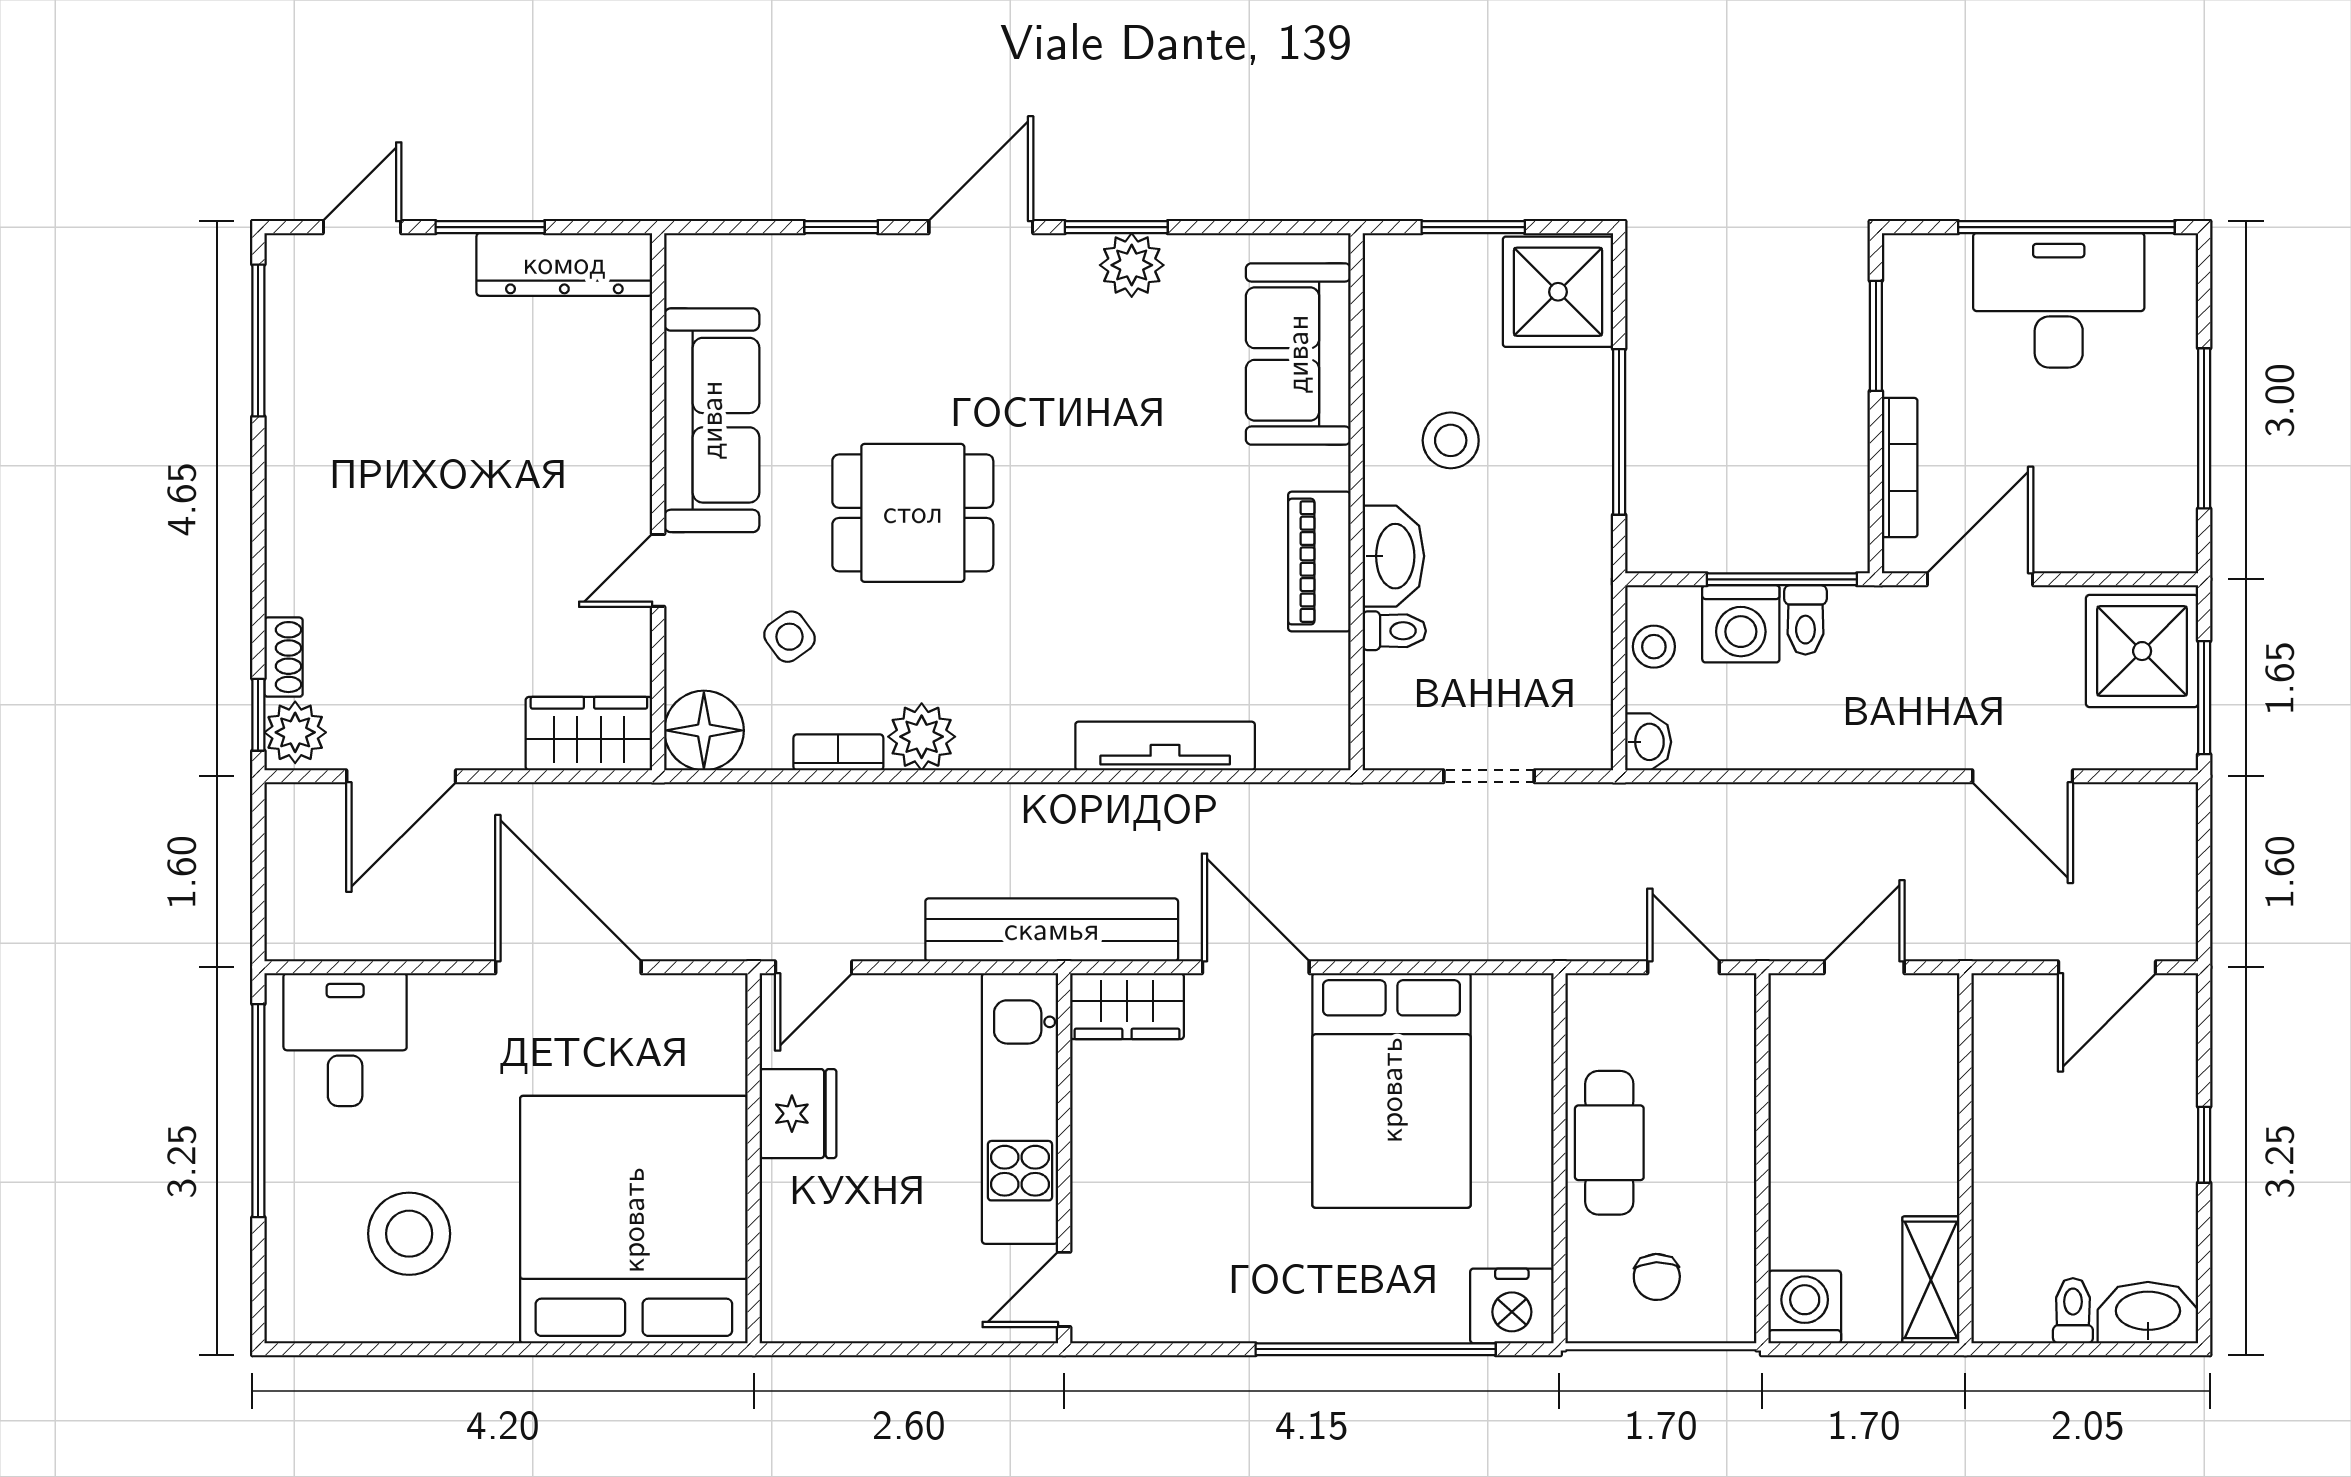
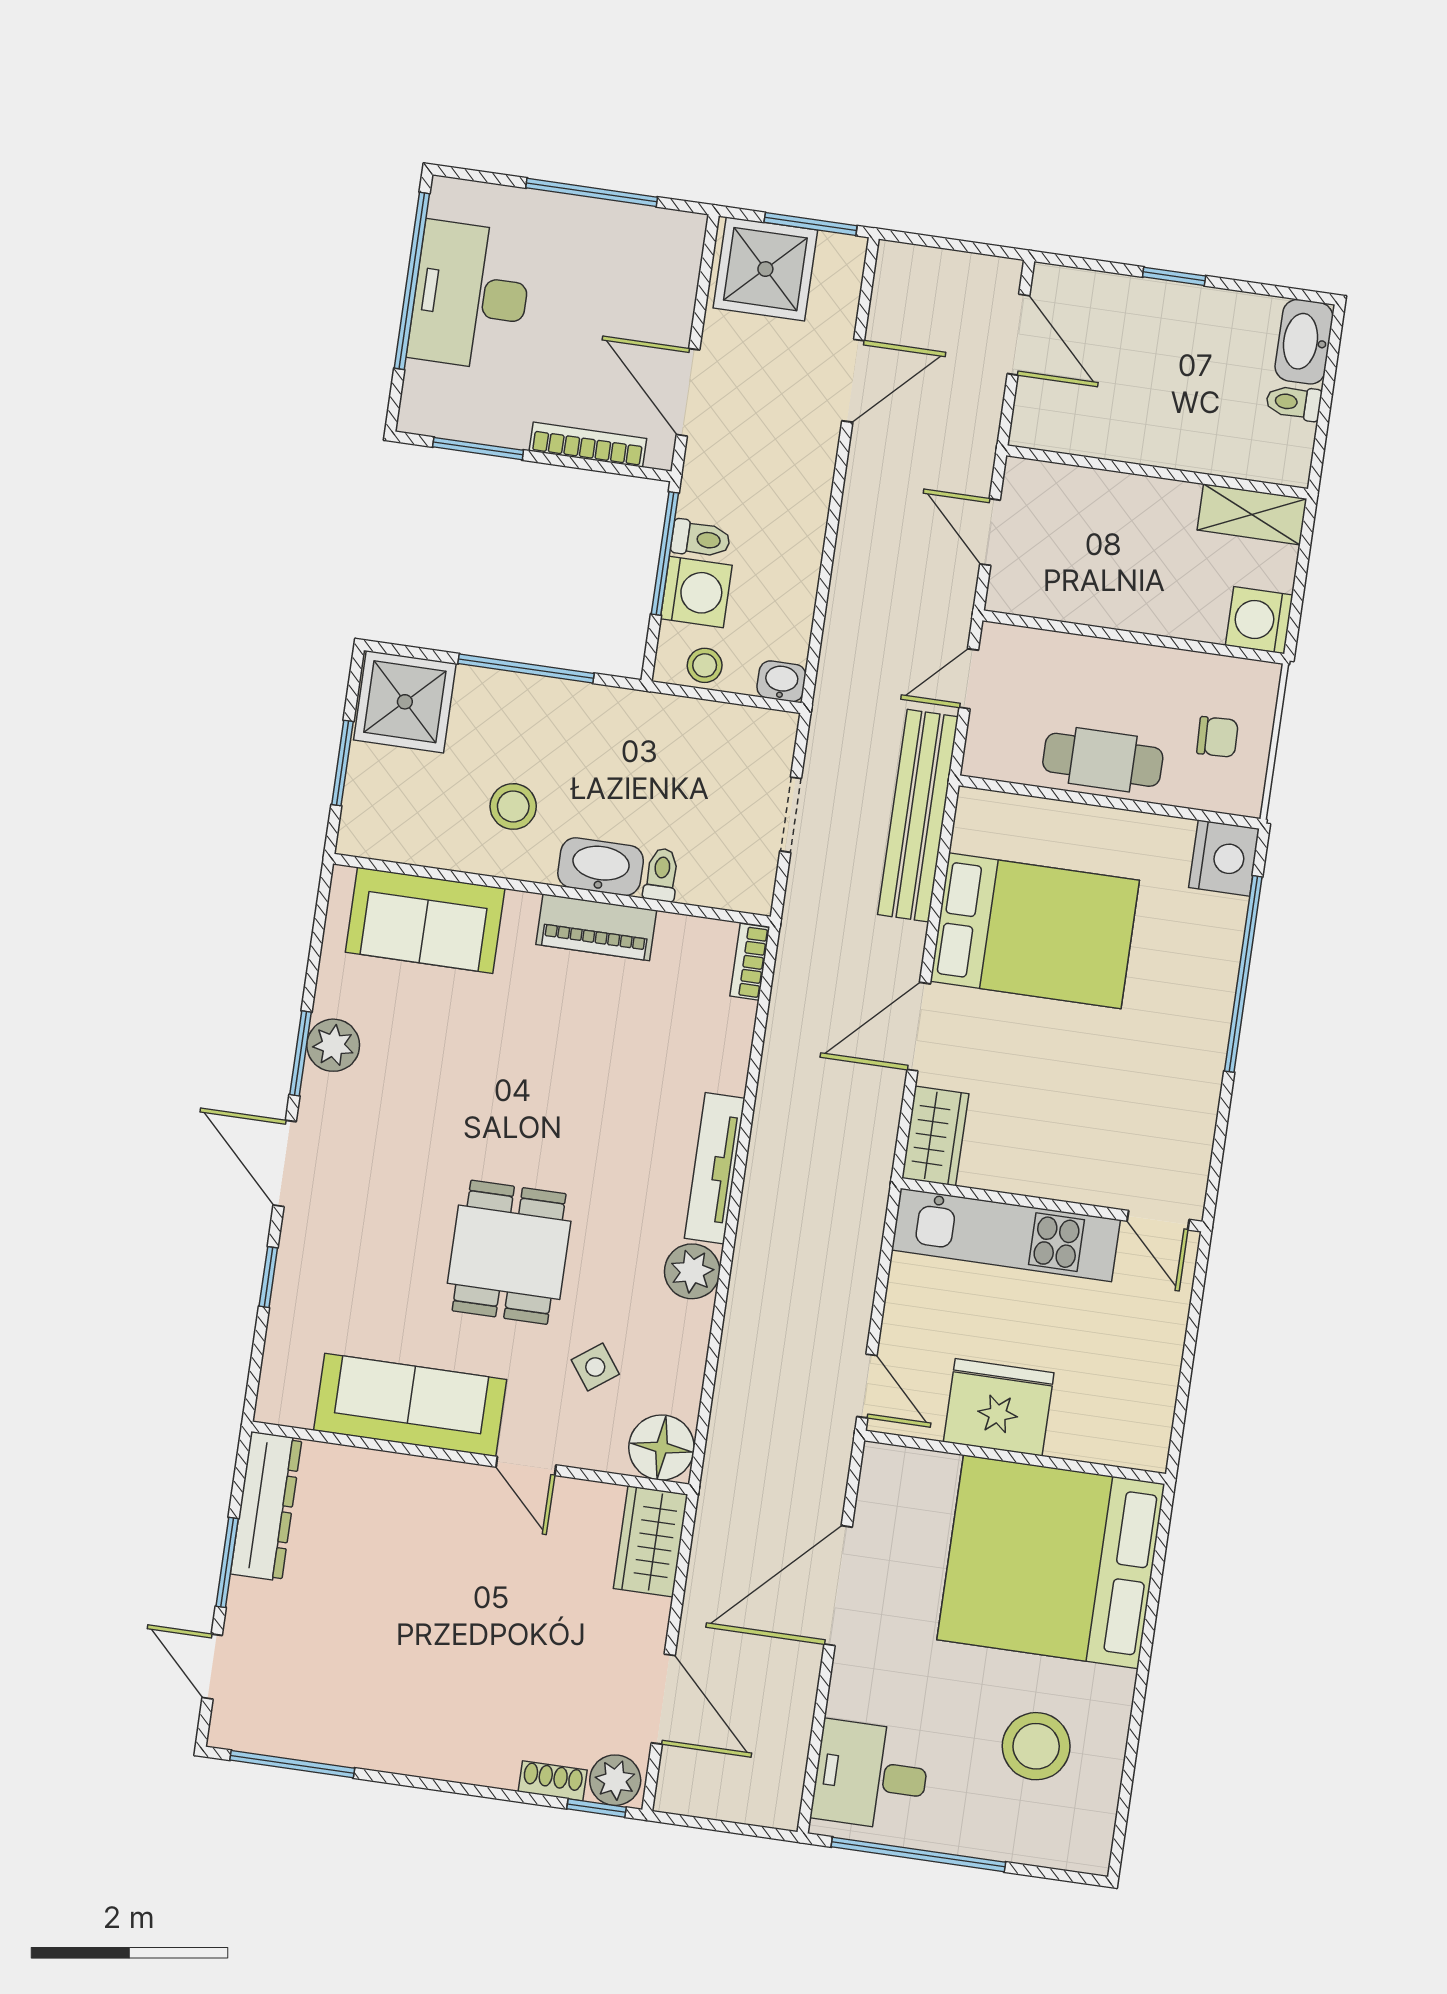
tv unit: (1165, 746) -> (715, 1168), moved
bookcase: (838, 752) -> (750, 962), moved
bench: (1052, 930) -> (918, 816), moved
fridge: (798, 1114) -> (999, 1407), width x1.36, depth x1.34

